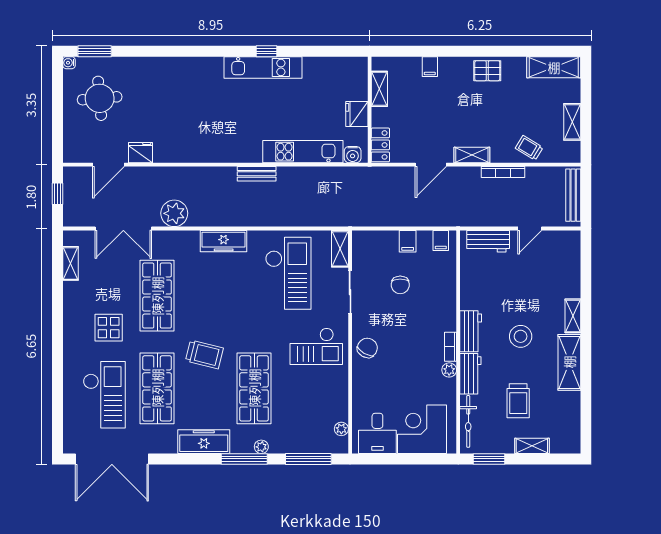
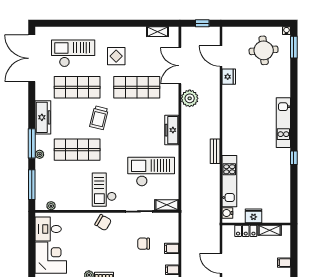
kitchen unit: (263, 67) -> (283, 123), moved
locker: (380, 145) -> (246, 231), moved
checkout: (288, 273) -> (151, 172), turned 180
checkout: (104, 395) -> (73, 53), turned 180

